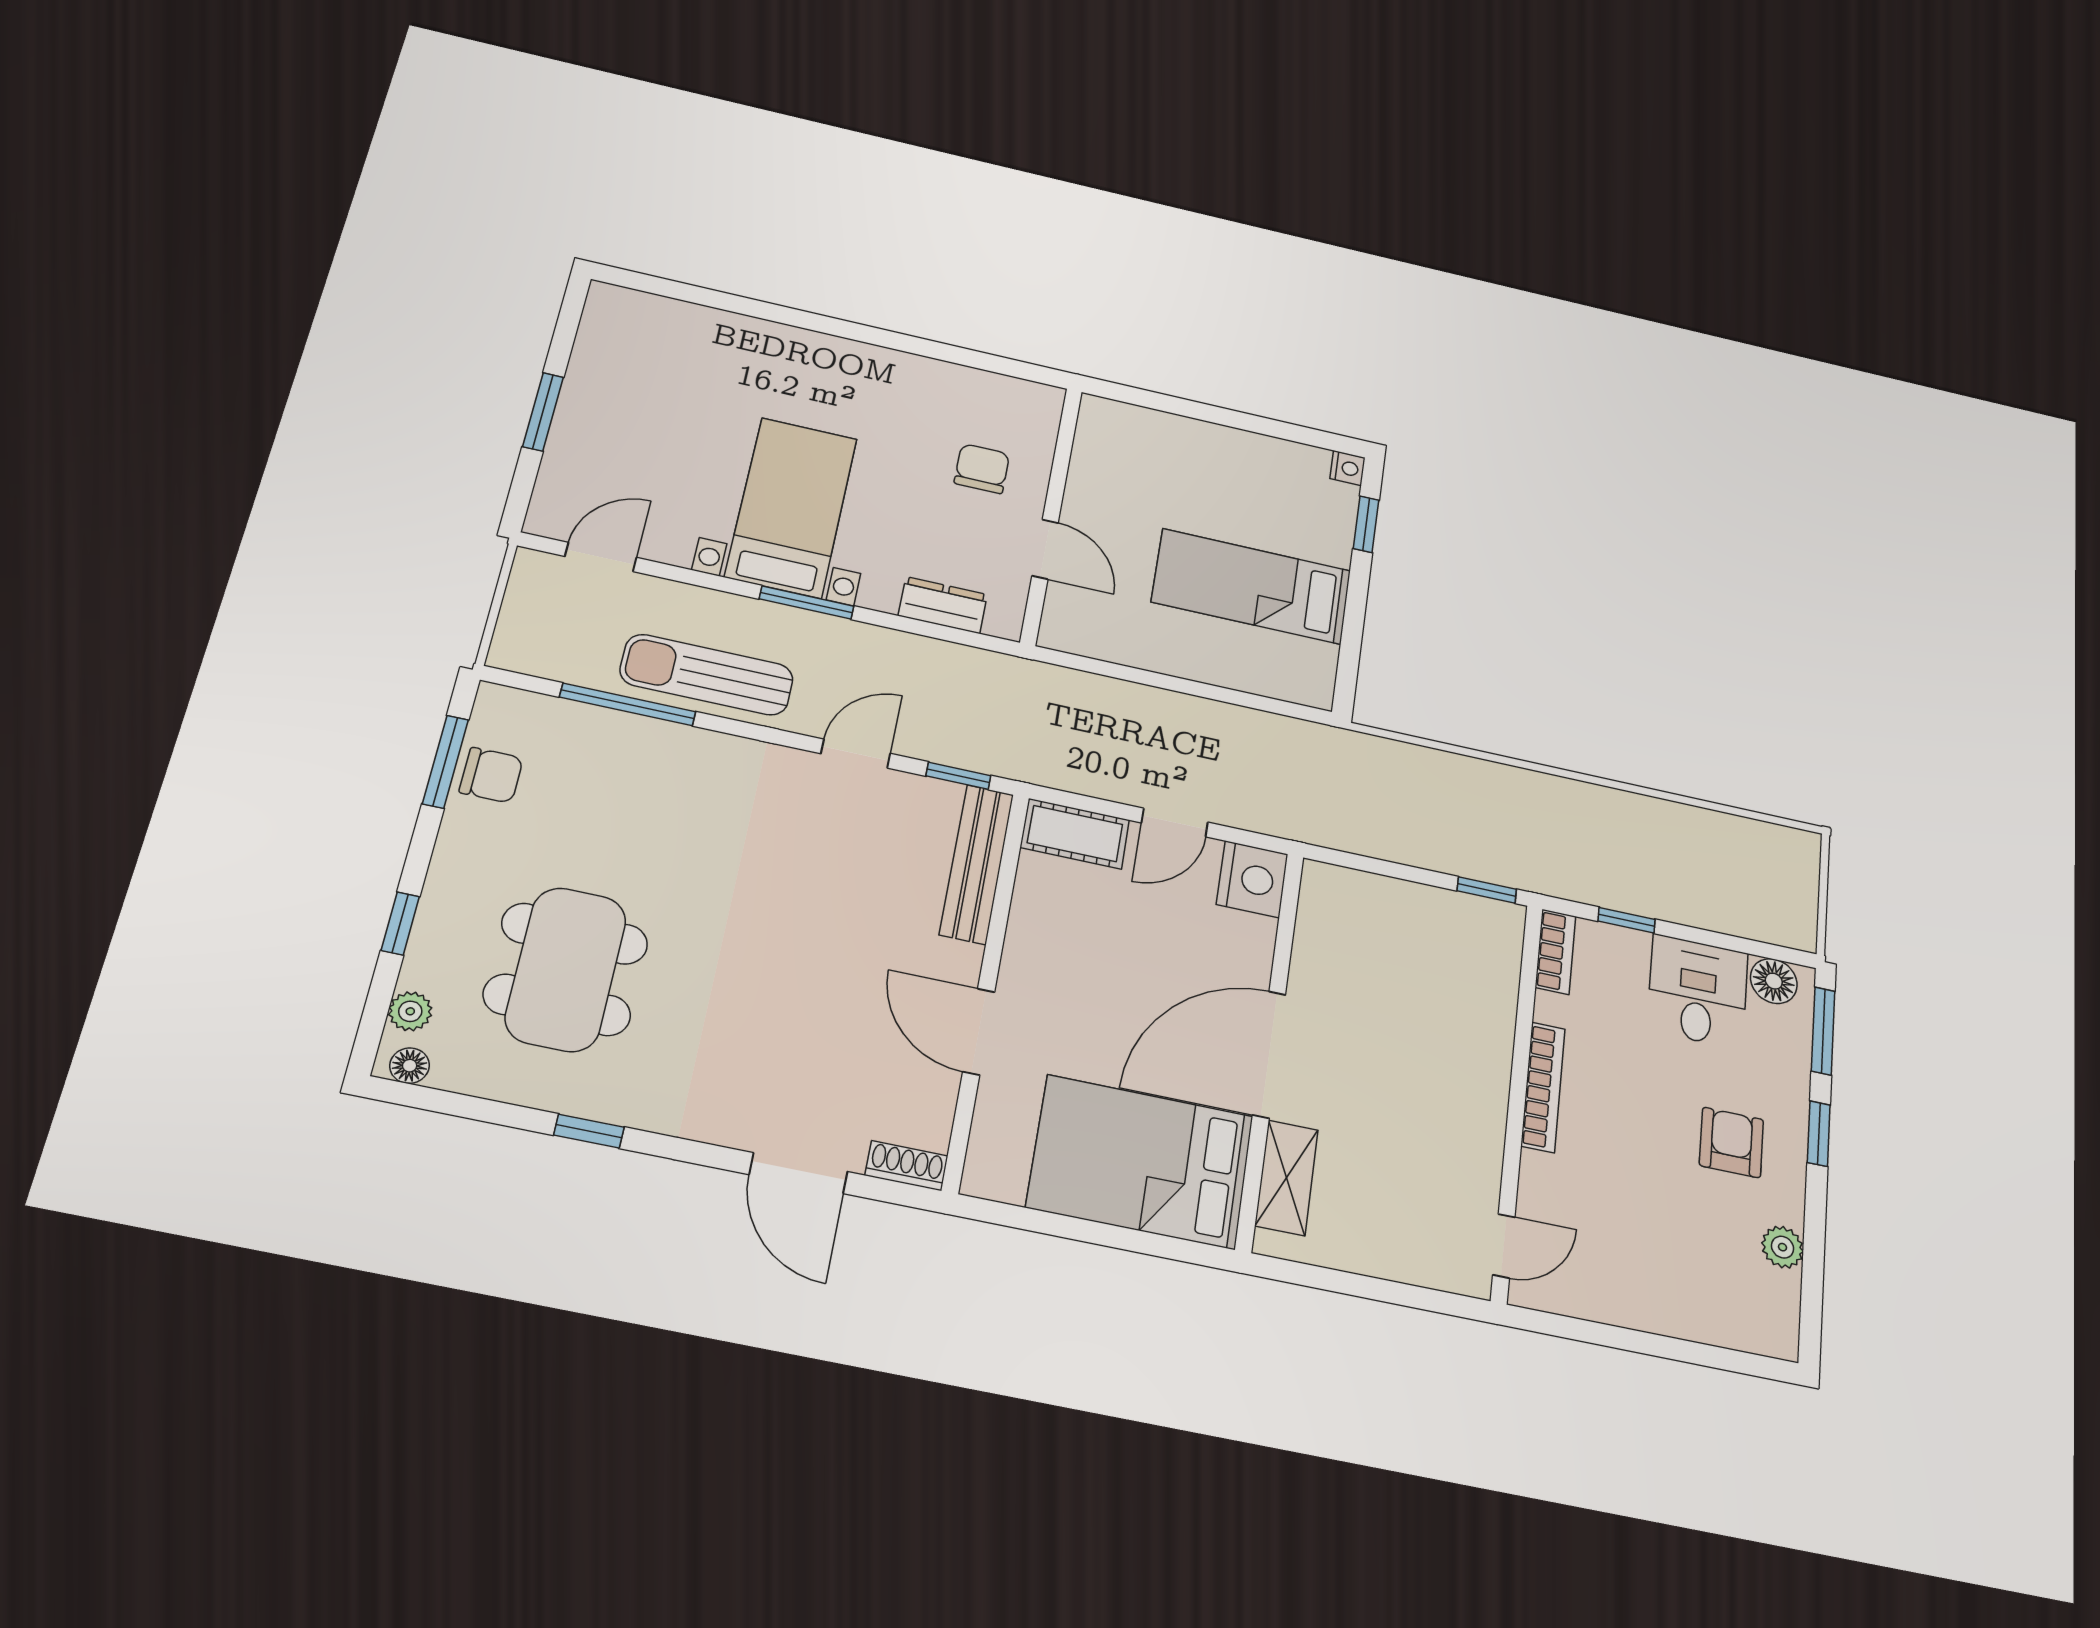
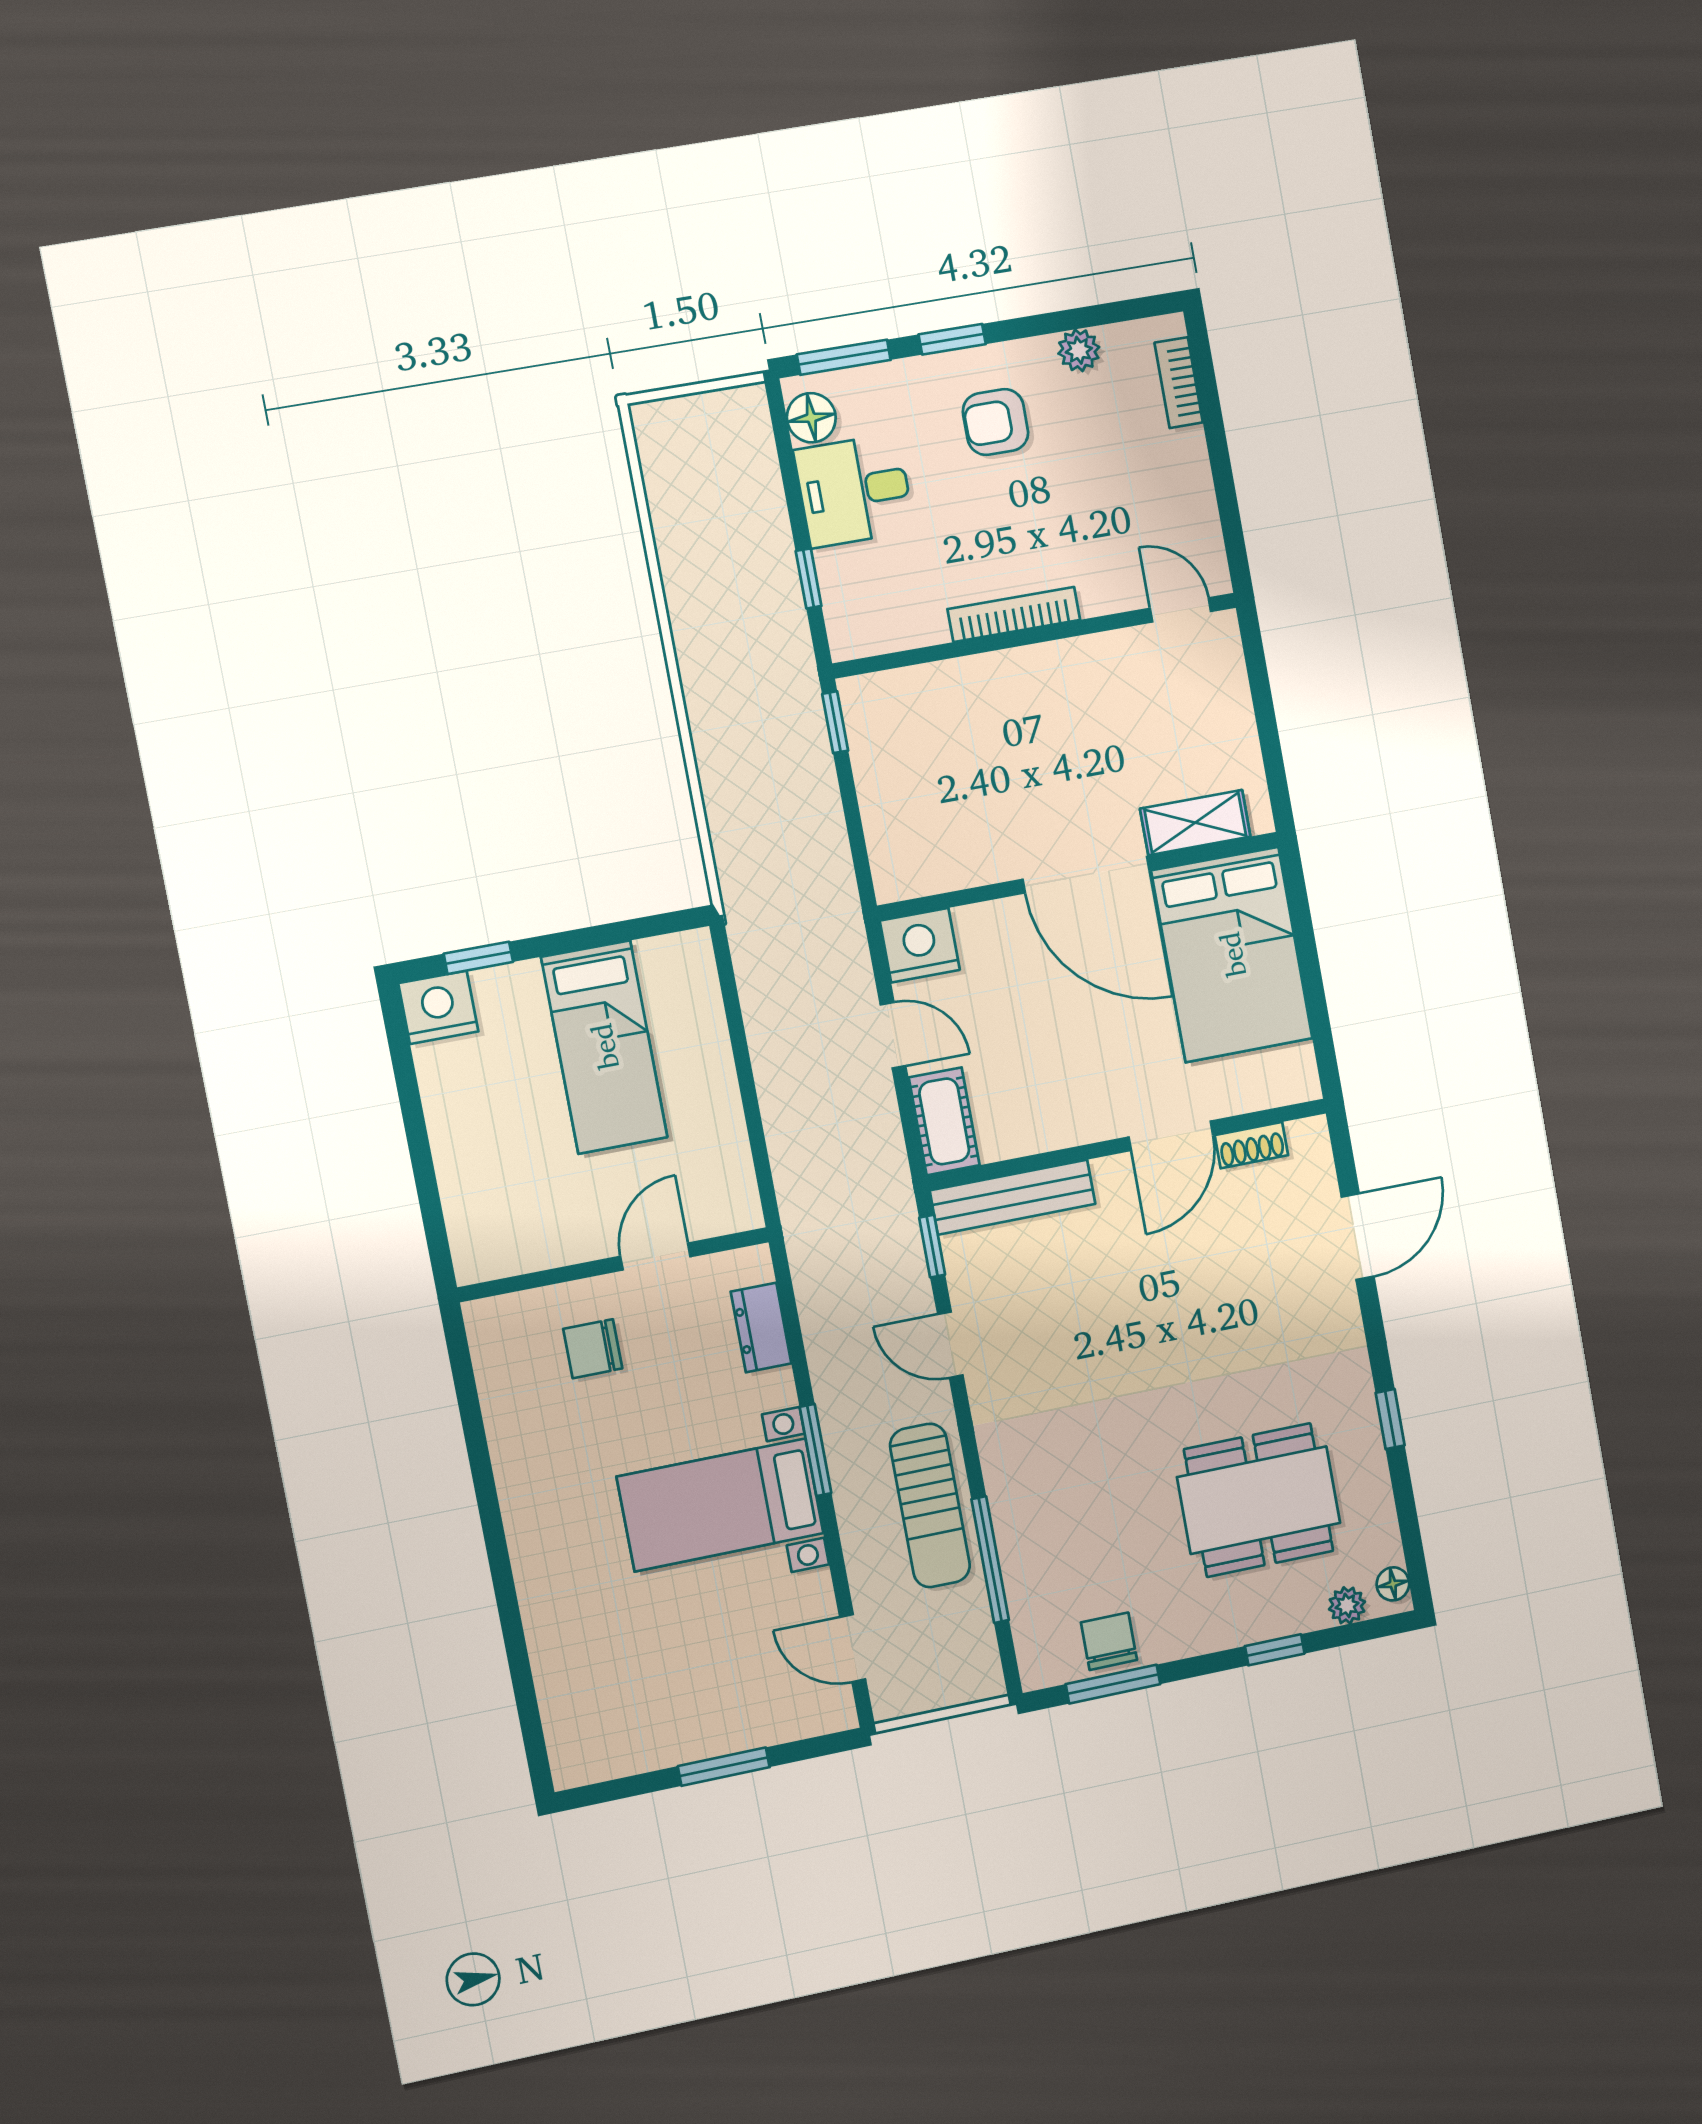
nightstand: (1347, 468) -> (438, 1007), width x1.89, depth x1.79
bookcase: (1555, 952) -> (1179, 383), moved, turned -90
shoe rack: (906, 1166) -> (1251, 1145), moved, turned -90

